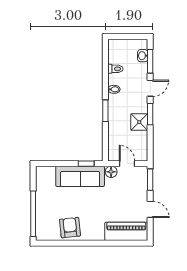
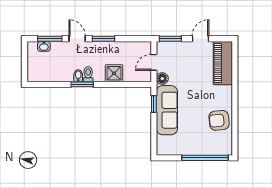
toilet: (115, 69) -> (88, 74), moved
window: (105, 111) -> (82, 84), moved
shower: (139, 122) -> (114, 73), moved

